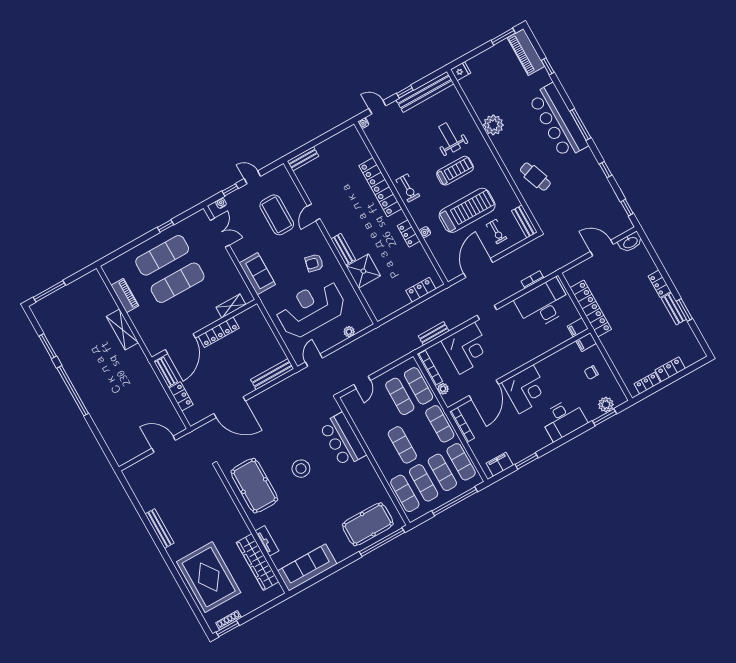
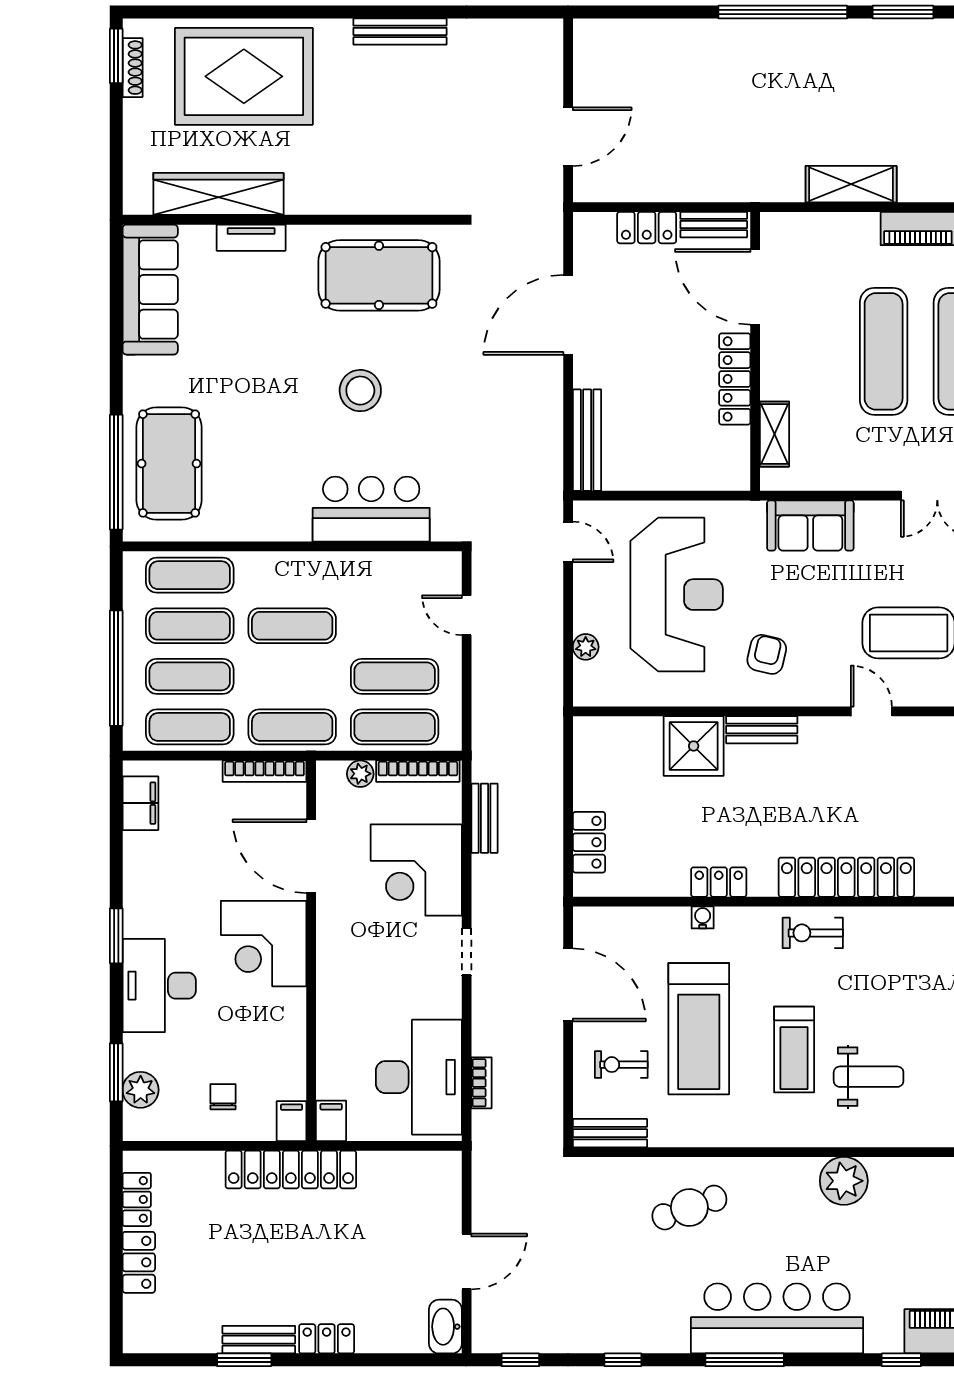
locker: (591, 309) -> (291, 1169), moved
window: (527, 461) -> (116, 936), moved

